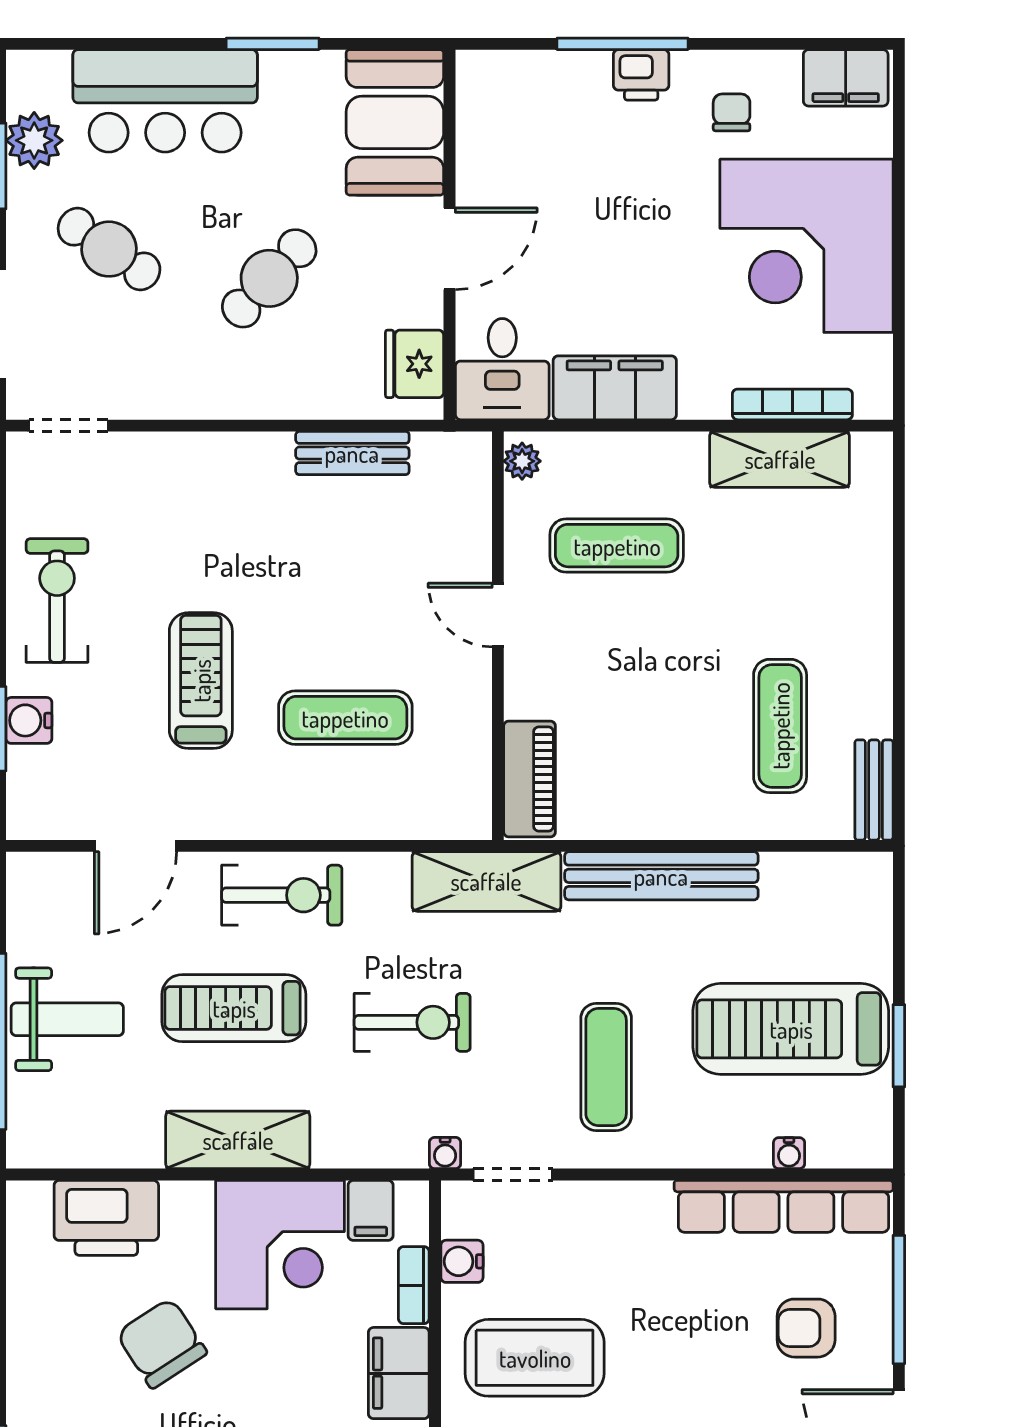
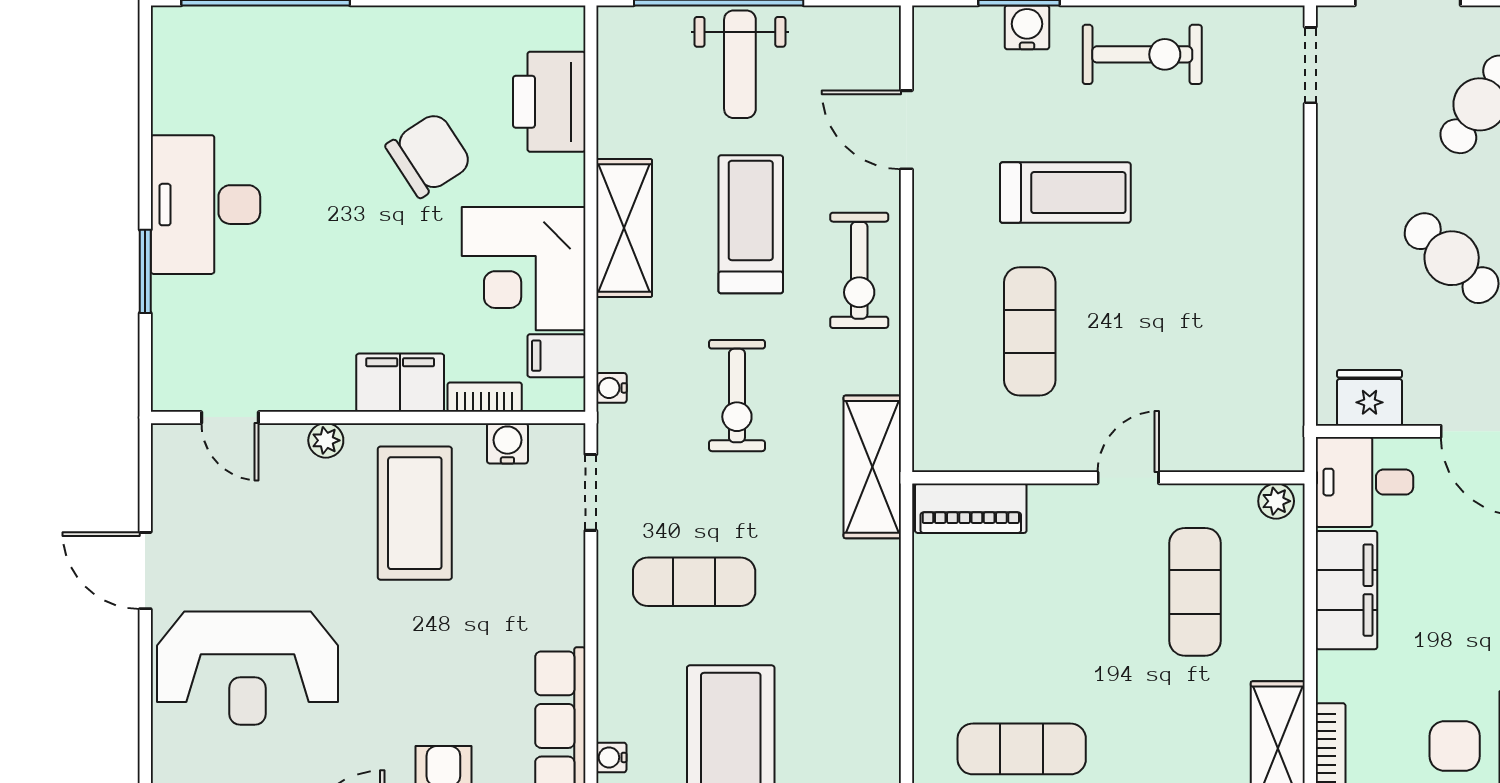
bench: (352, 453) -> (1284, 338), removed
bench: (661, 876) -> (878, 635), removed
water cooler: (445, 1153) -> (611, 388), moved

